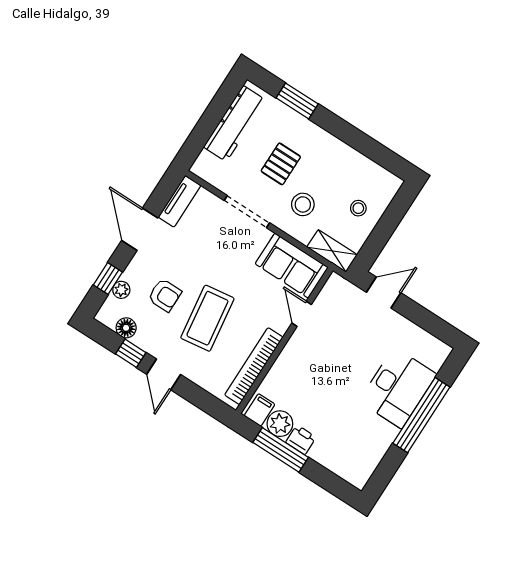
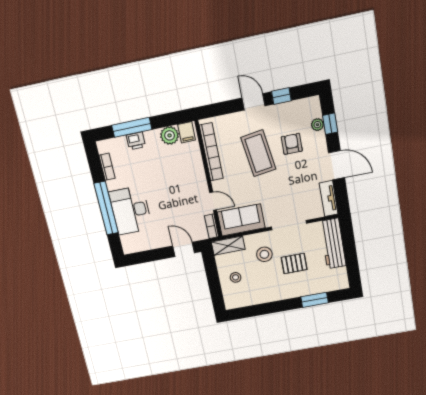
workbench: (235, 124) -> (333, 244), moved
pallet: (281, 164) -> (294, 263), turned 90
bookcase: (329, 289) -> (212, 226), added
door: (384, 293) -> (184, 249), swing flipped
armchair: (165, 295) -> (292, 144), turned 90
floor lamp: (126, 328) -> (296, 107), removed
printer: (301, 440) -> (136, 141), moved
window: (281, 450) -> (132, 127), moved
bookcase: (376, 455) -> (107, 167), added

